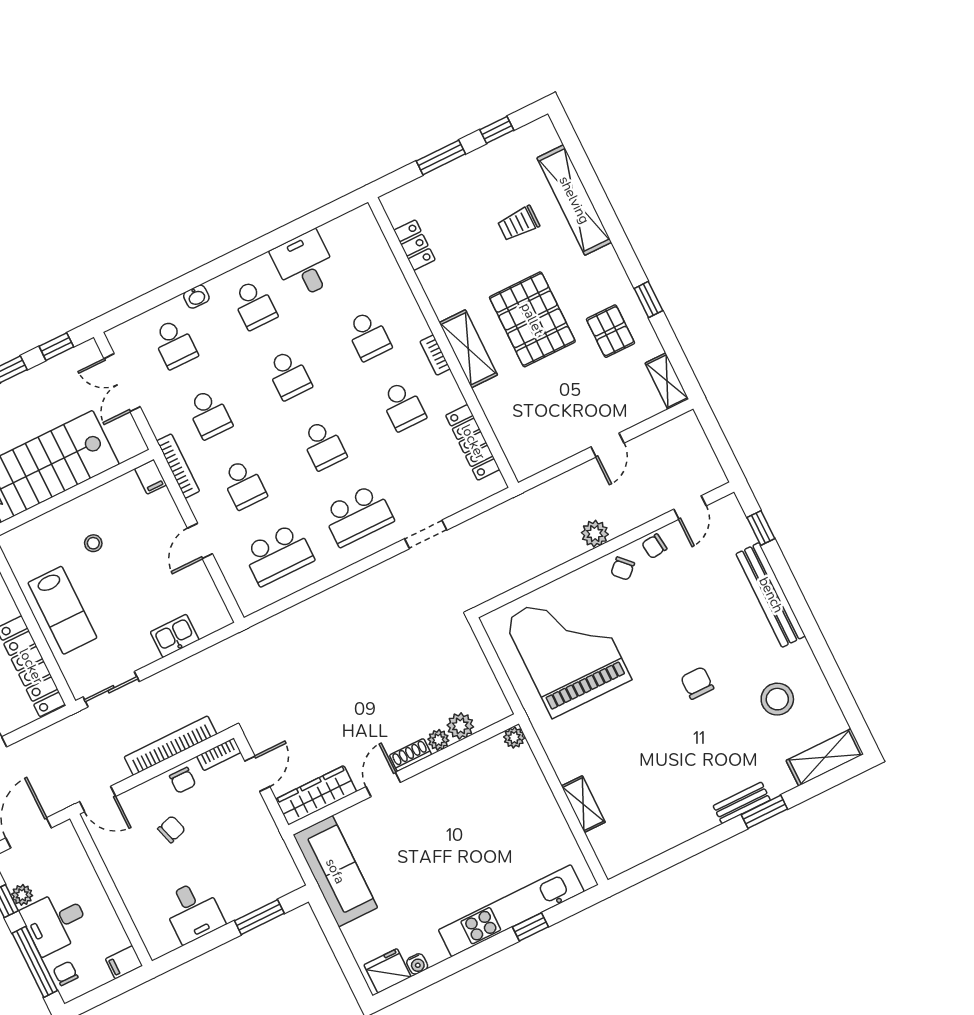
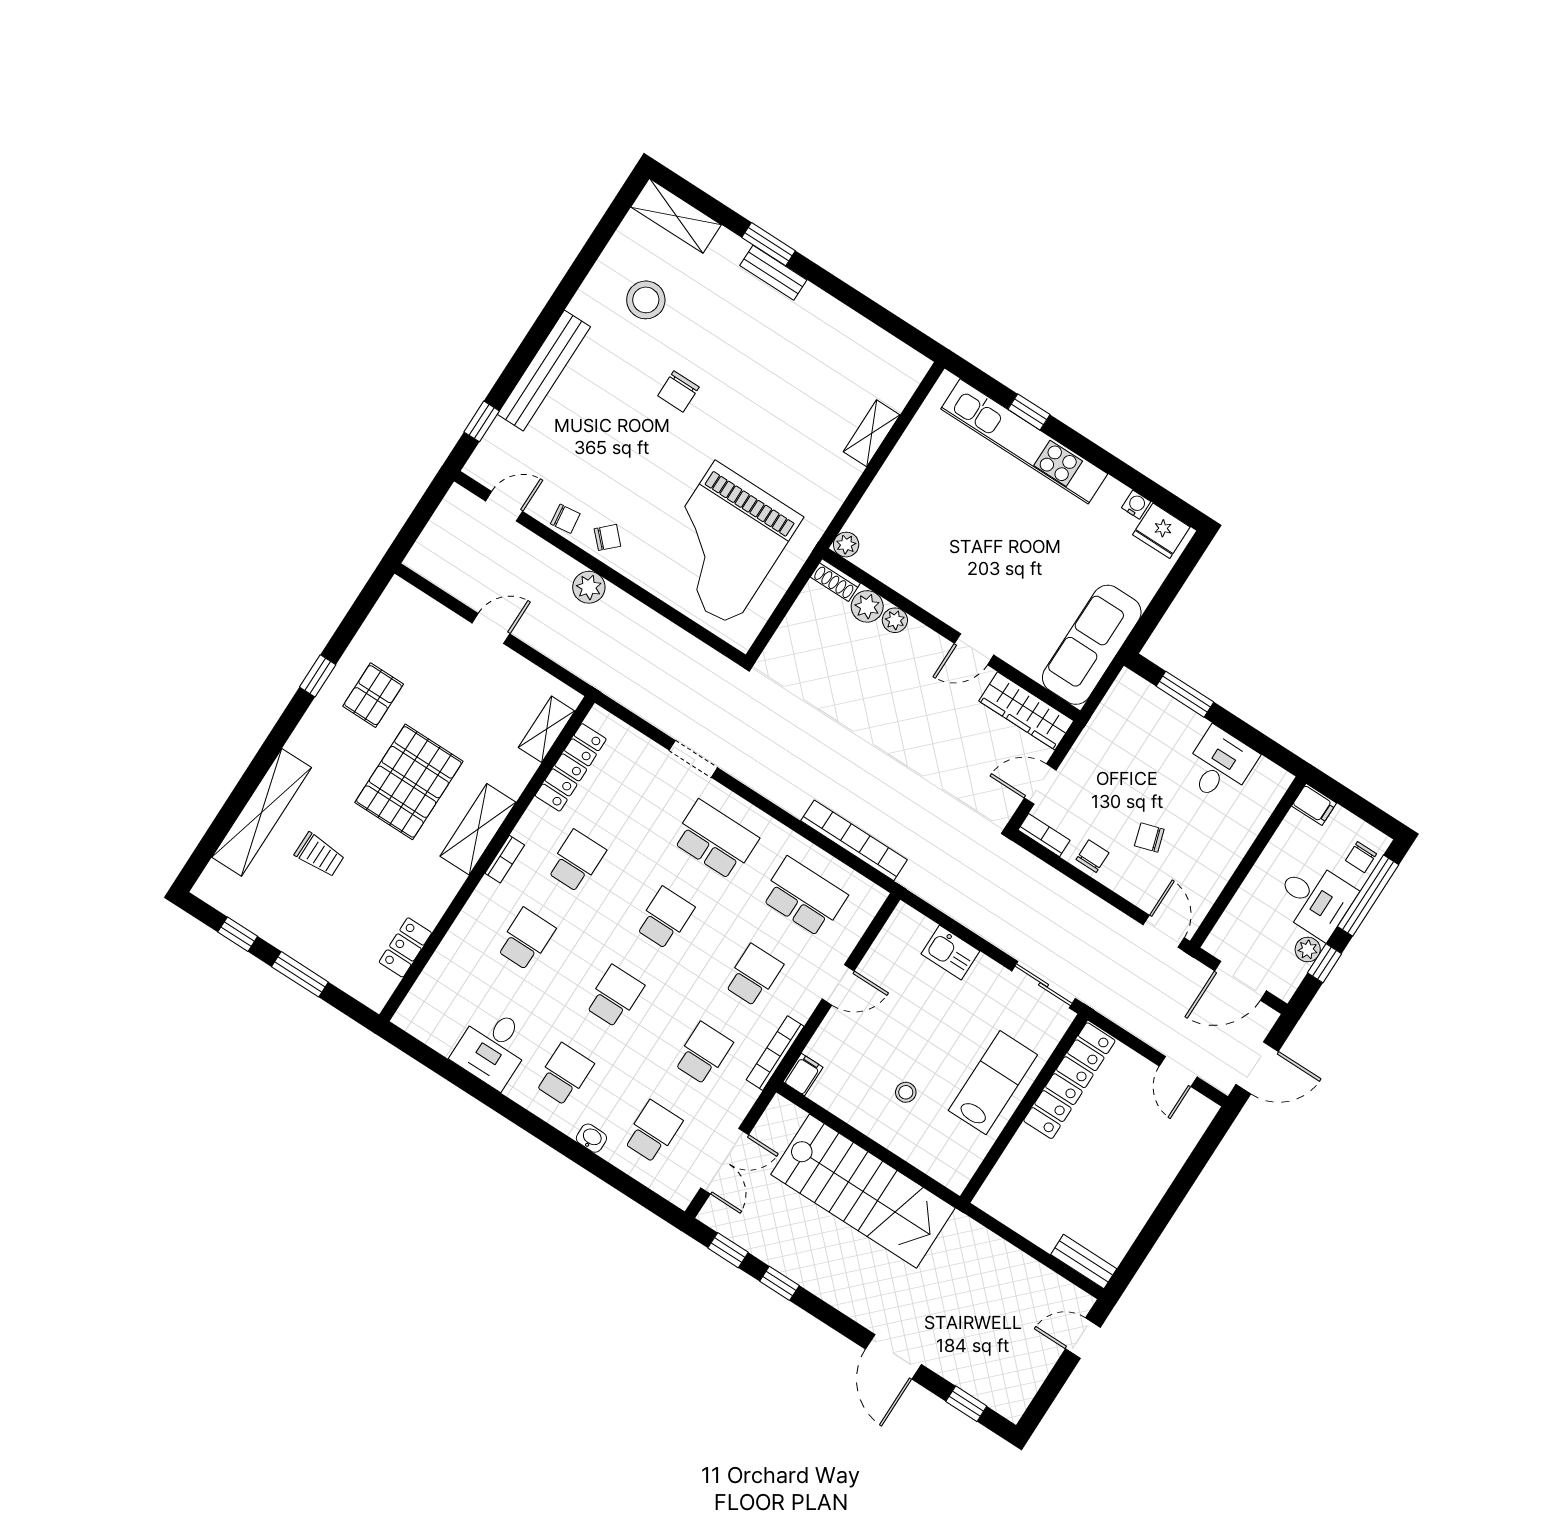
shelving: (667, 381) -> (547, 729), moved
bookcase: (171, 746) -> (854, 840), moved, turned 180
shoe rack: (411, 755) -> (835, 580), moved

